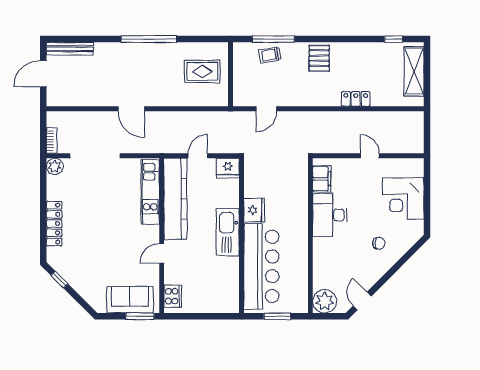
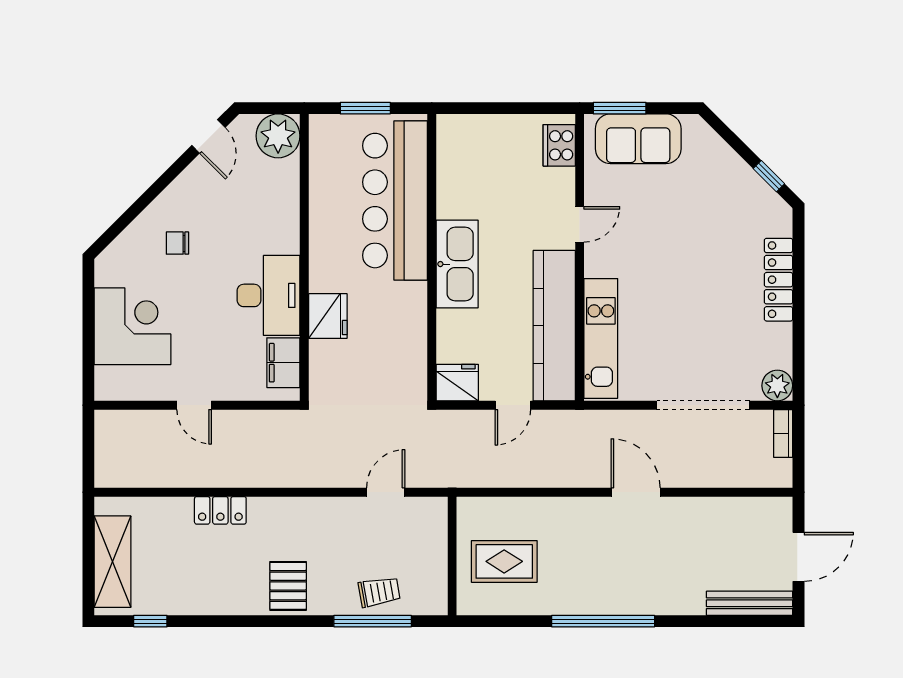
fridge: (254, 210) -> (328, 316), moved, turned 180

